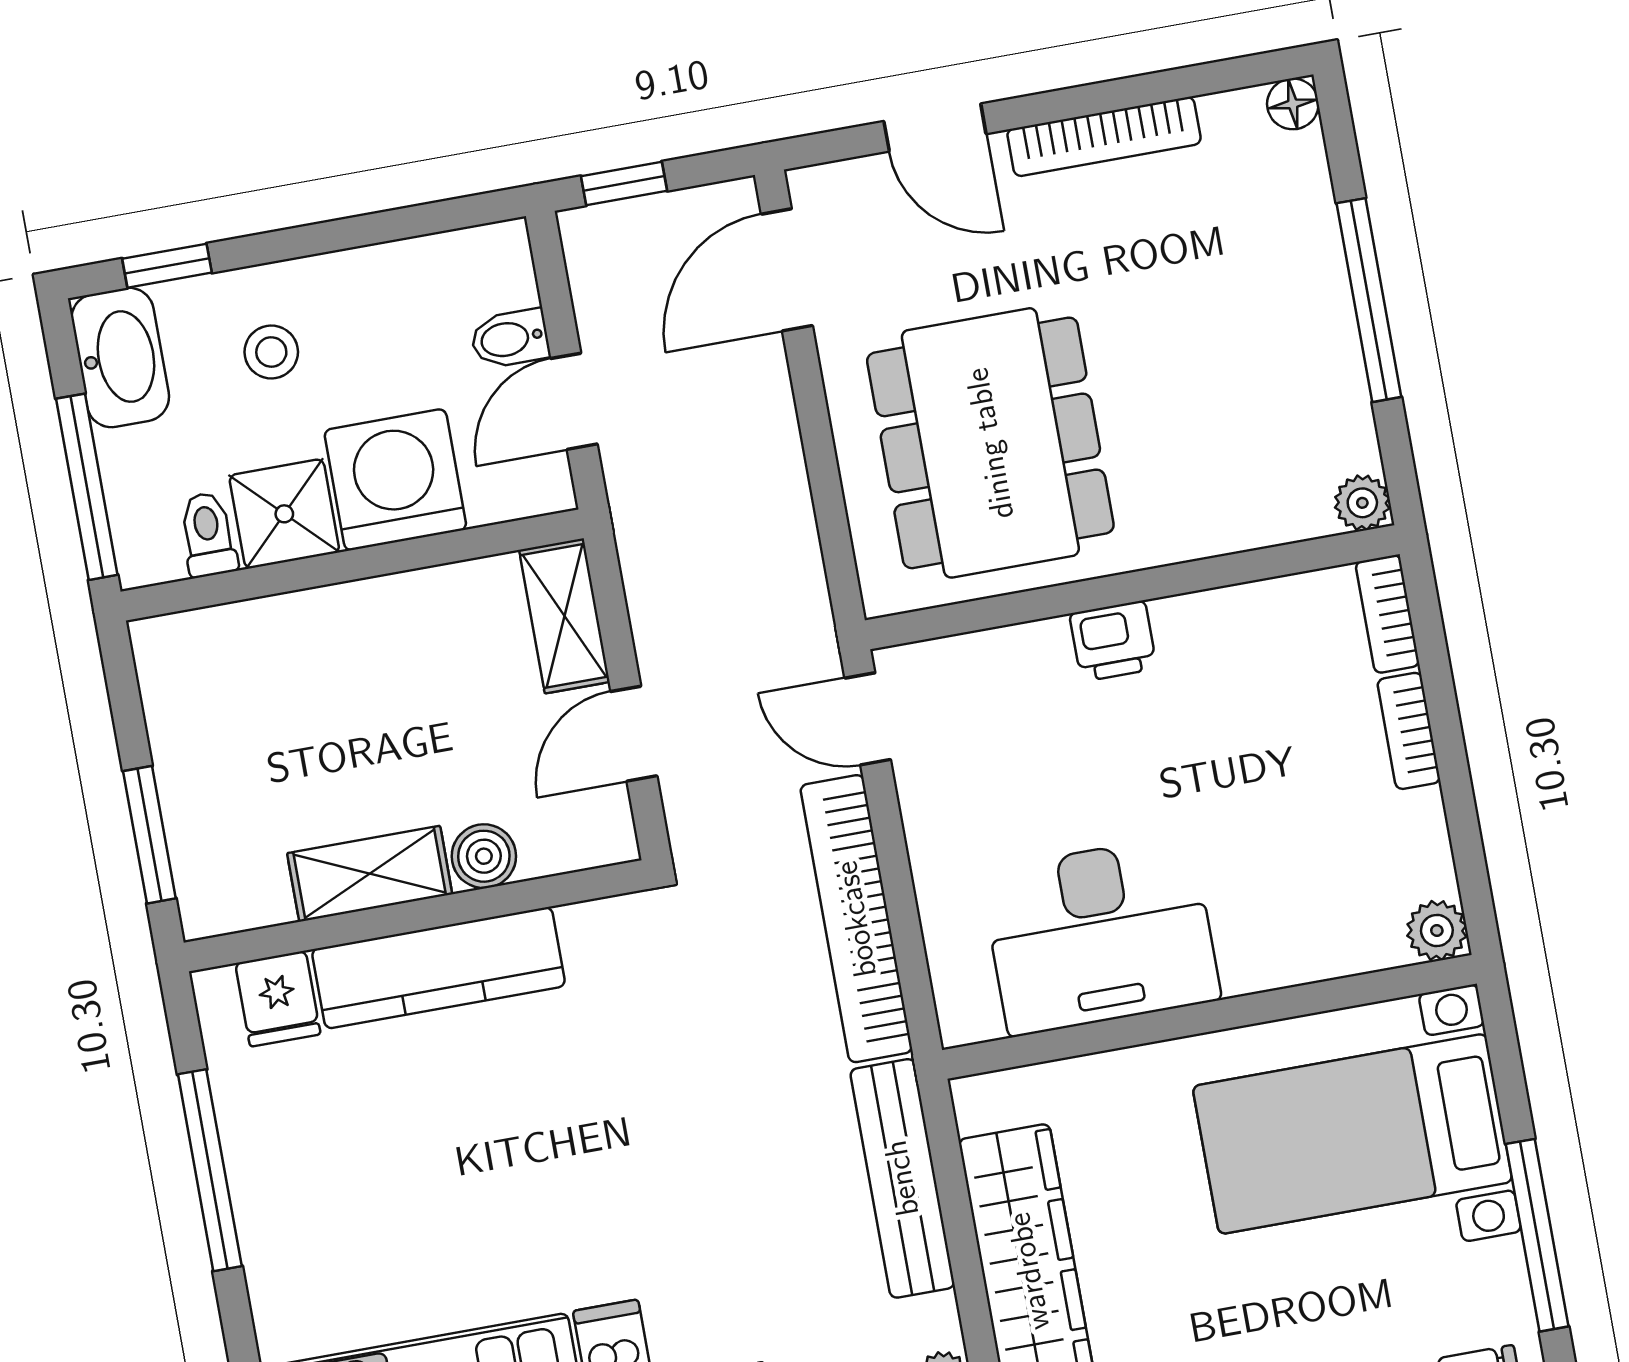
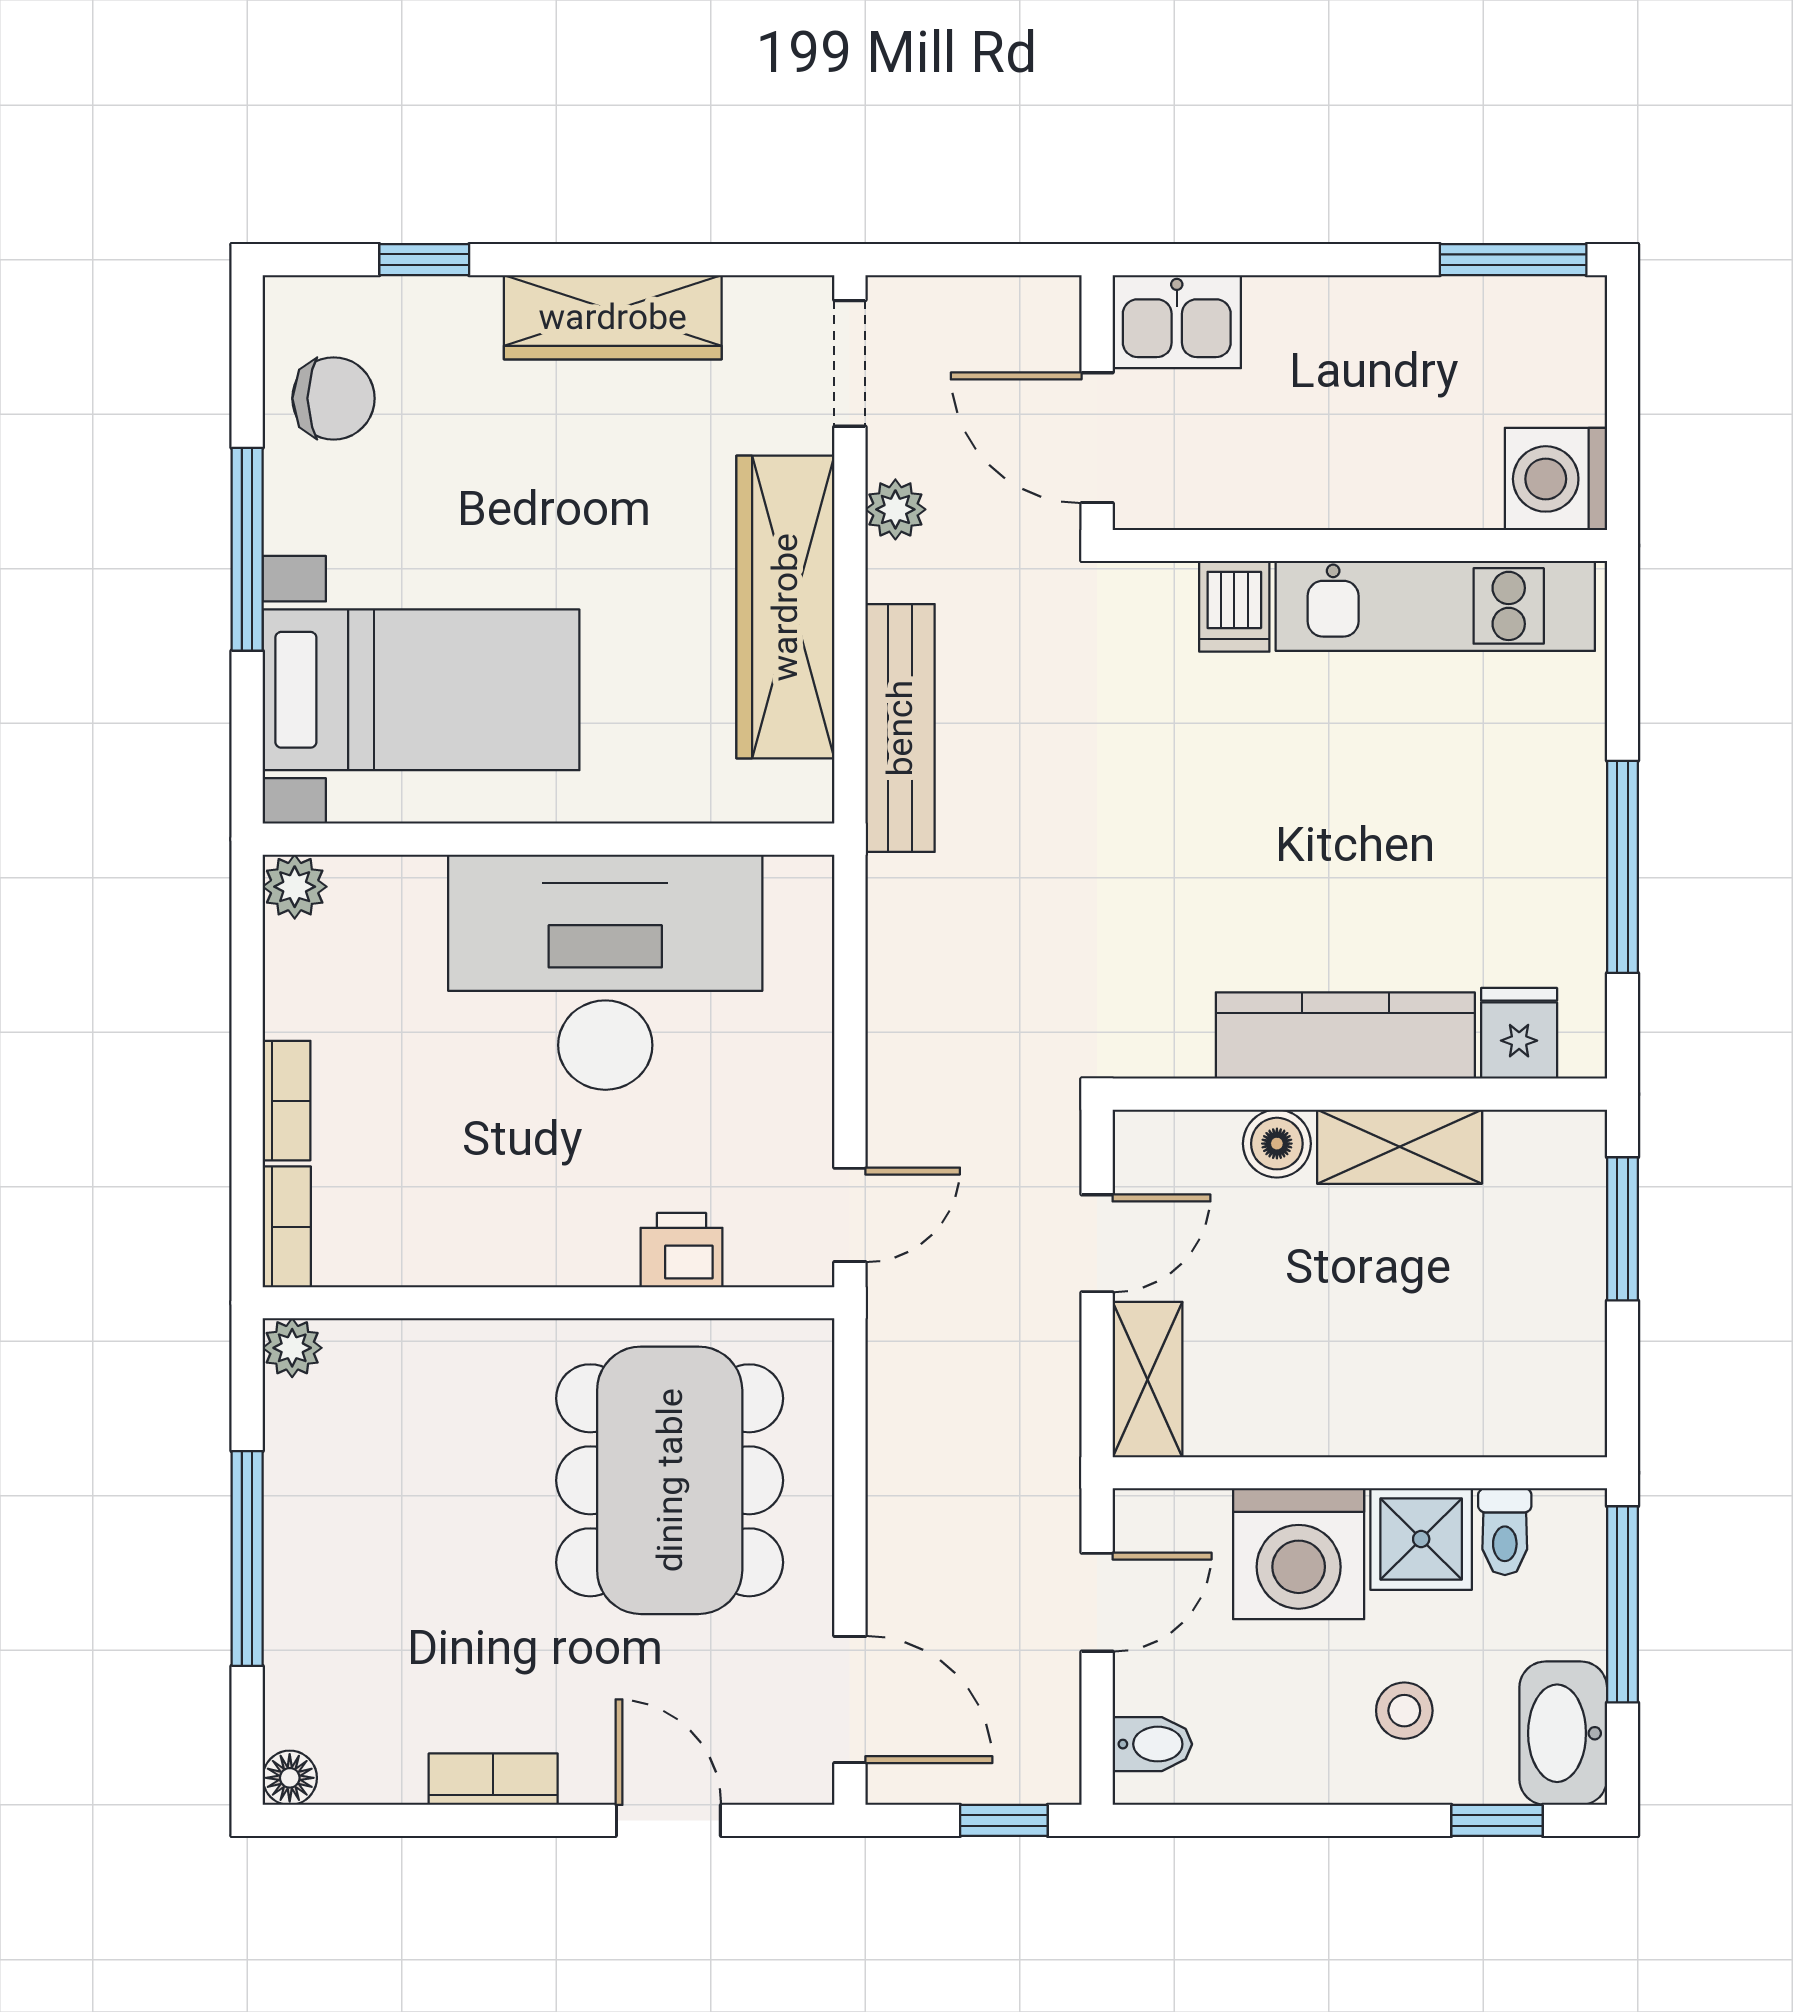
bookcase: (1104, 137) -> (493, 1779), width x0.64
door: (787, 270) -> (850, 1699), hinge flipped
bidet: (510, 339) -> (1152, 1744), moved
printer: (1113, 641) -> (682, 1250), moved
door: (868, 719) -> (850, 1215), hinge flipped
bookcase: (856, 919) -> (899, 1008), removed
desk: (1100, 935) -> (605, 972), width x1.36, depth x1.30

